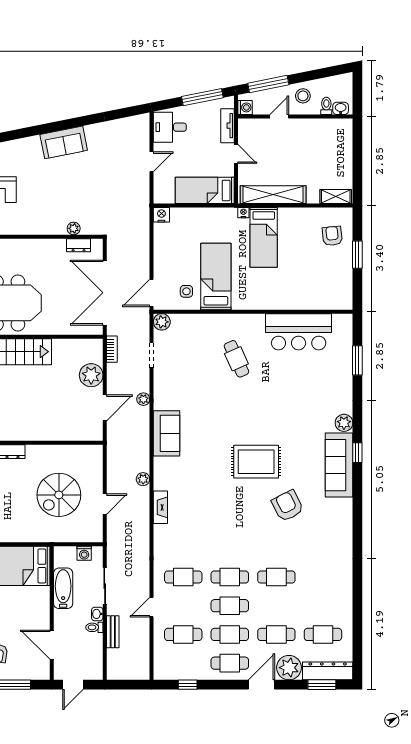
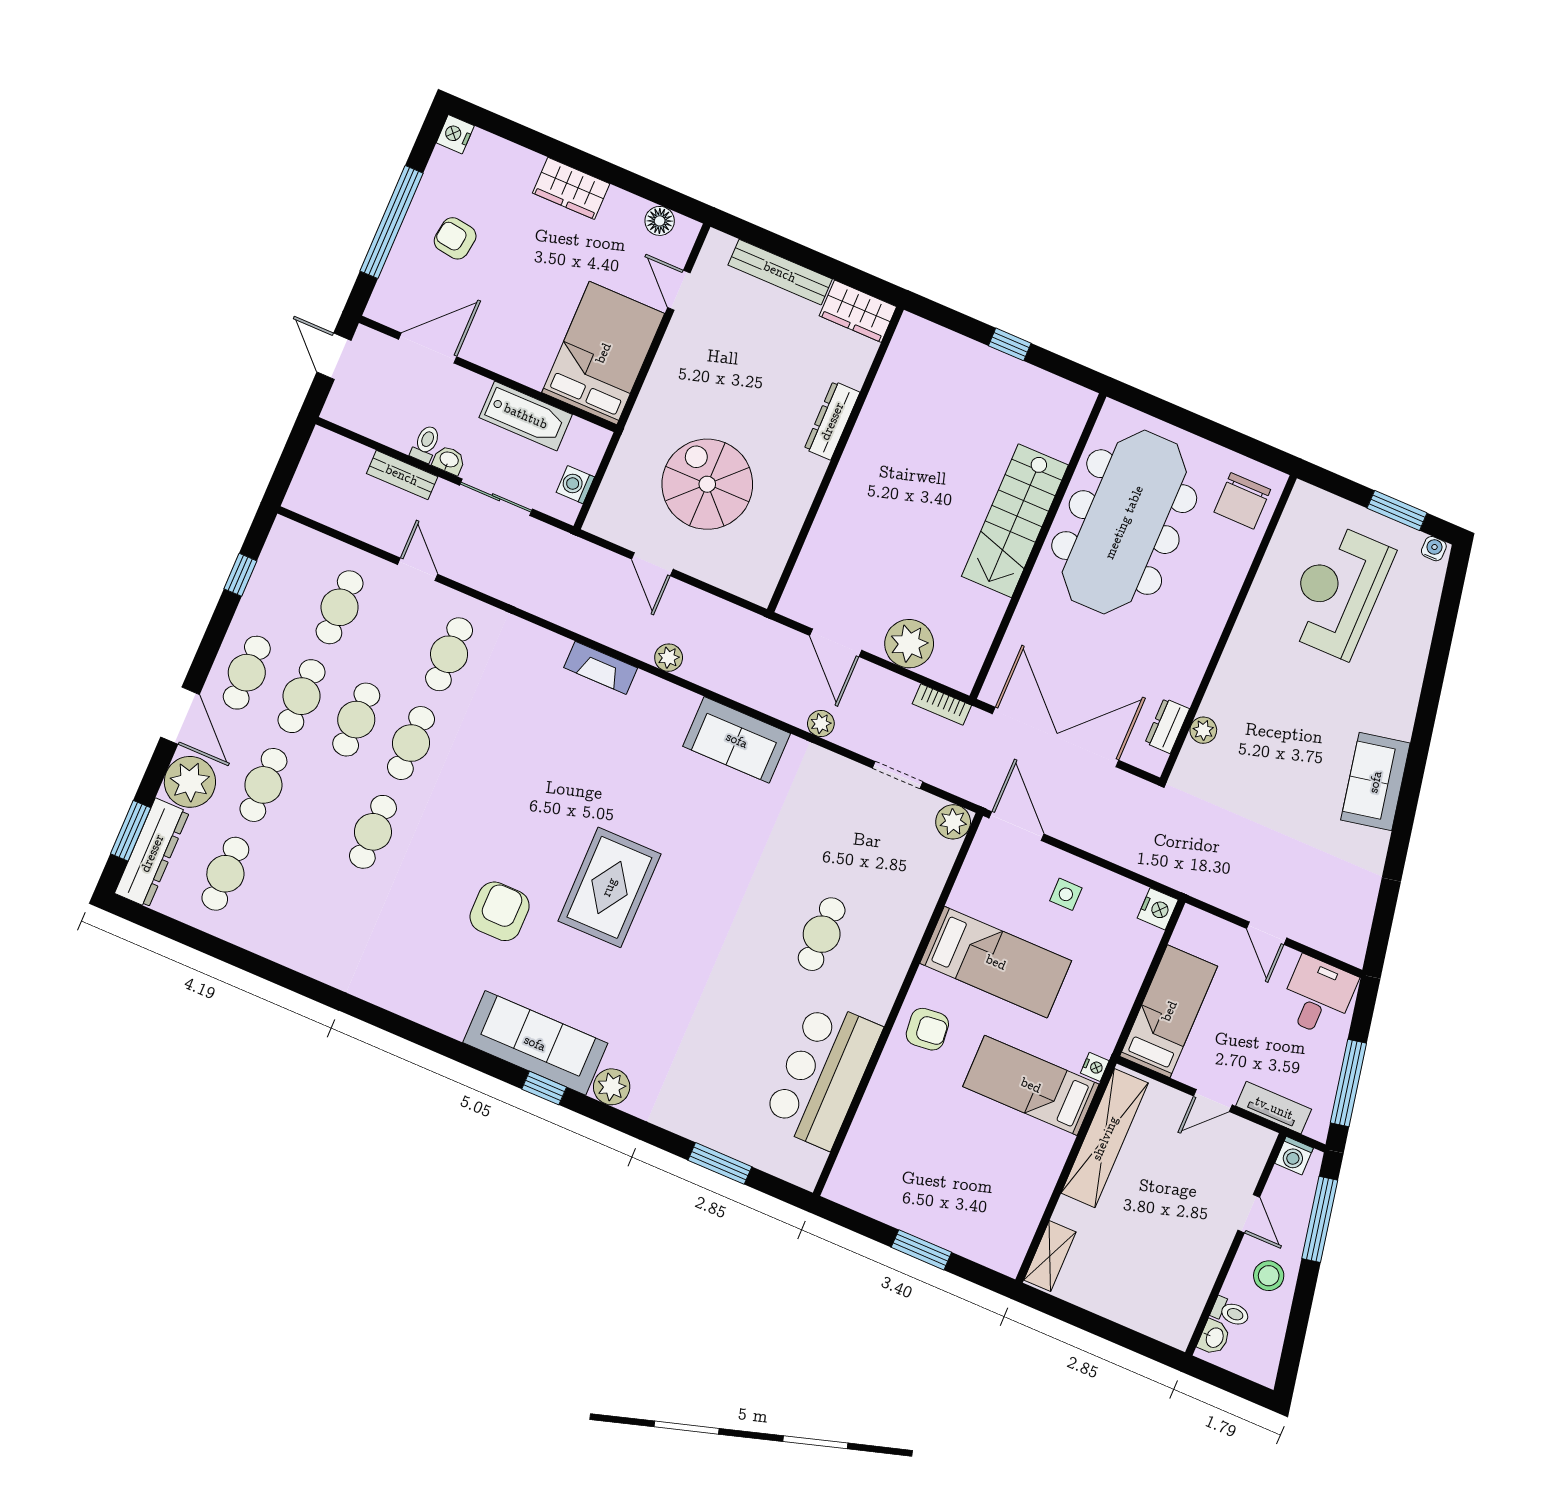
armchair: (332, 236) -> (927, 1029), moved
side table: (186, 291) -> (1066, 894), moved
cafe table: (236, 359) -> (822, 934), turned -66
armchair: (288, 506) -> (500, 911), turned -63

